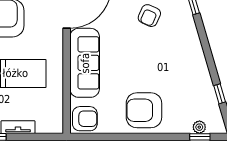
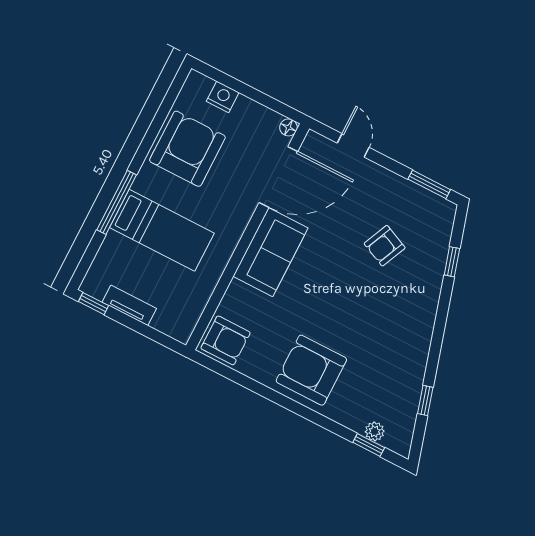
sofa: (85, 63) -> (270, 252), width x0.73

